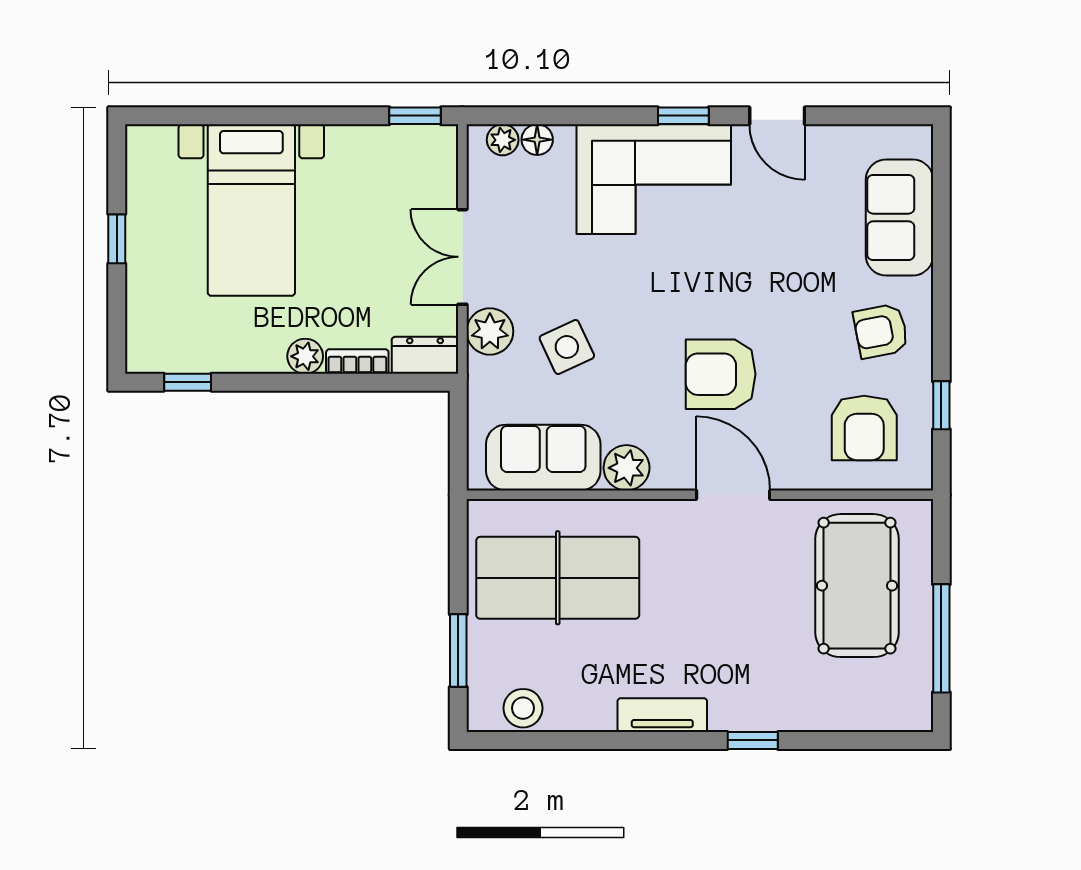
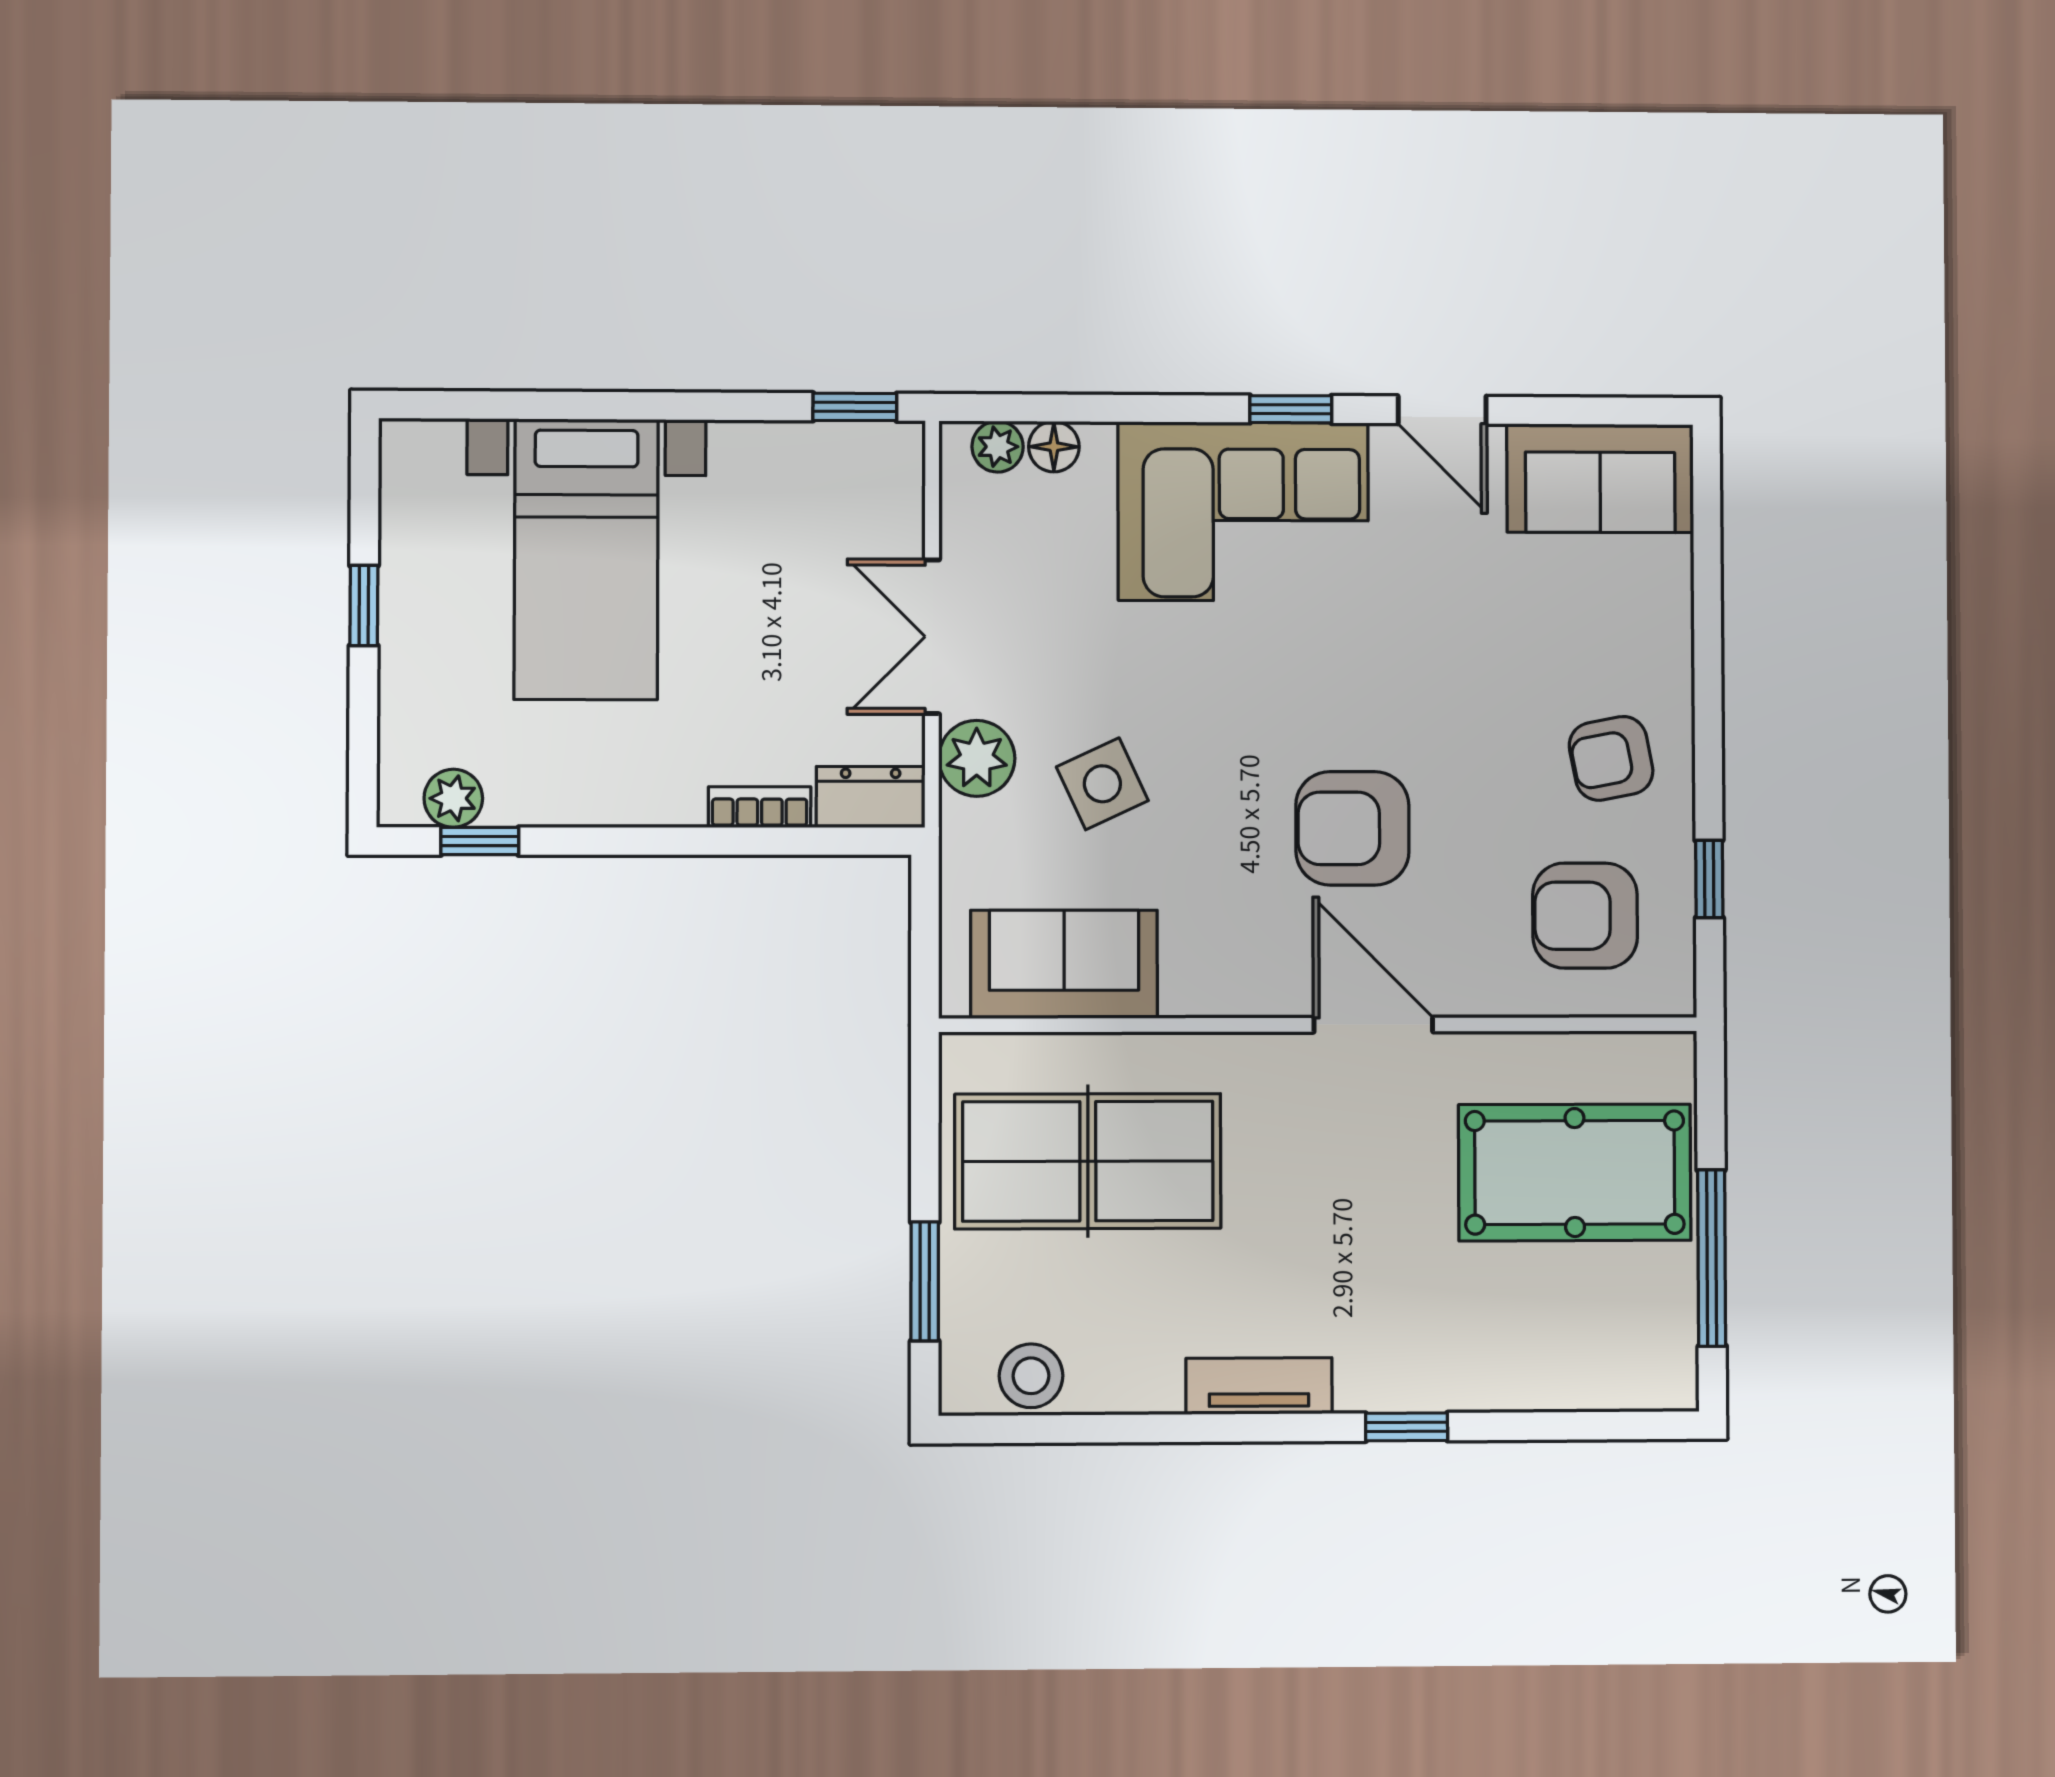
sofa: (899, 217) -> (1600, 478), moved, turned -90
plant: (305, 356) -> (453, 798), moved
armchair: (864, 428) -> (1585, 916), turned 90
plant: (627, 468) -> (1200, 981), removed
pool table: (857, 586) -> (1575, 1172), turned 90

